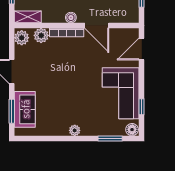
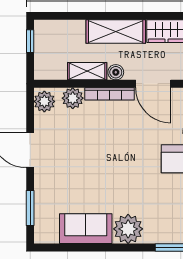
shelving: (28, 17) -> (87, 71), moved
sofa: (25, 109) -> (86, 229), moved, turned -90
plant: (75, 130) -> (128, 229), width x1.88, depth x1.88

